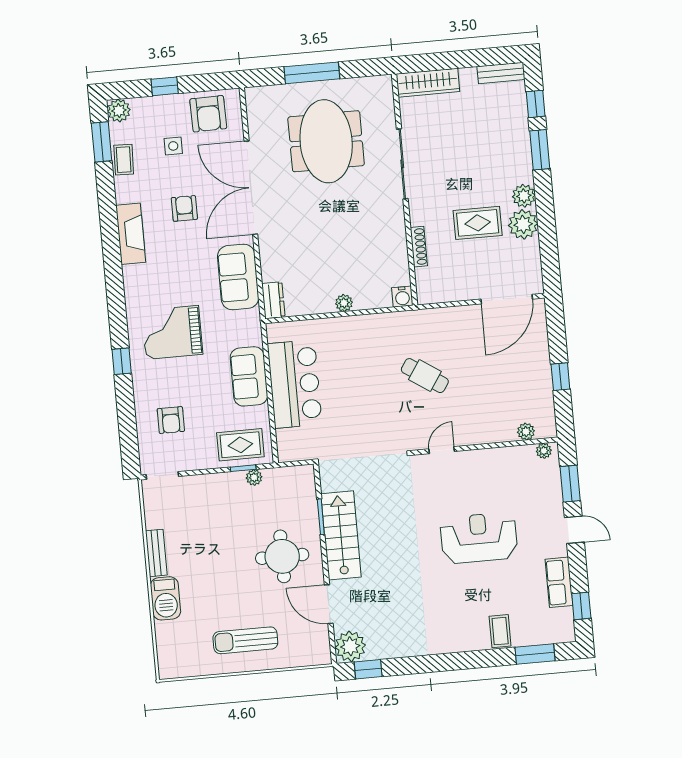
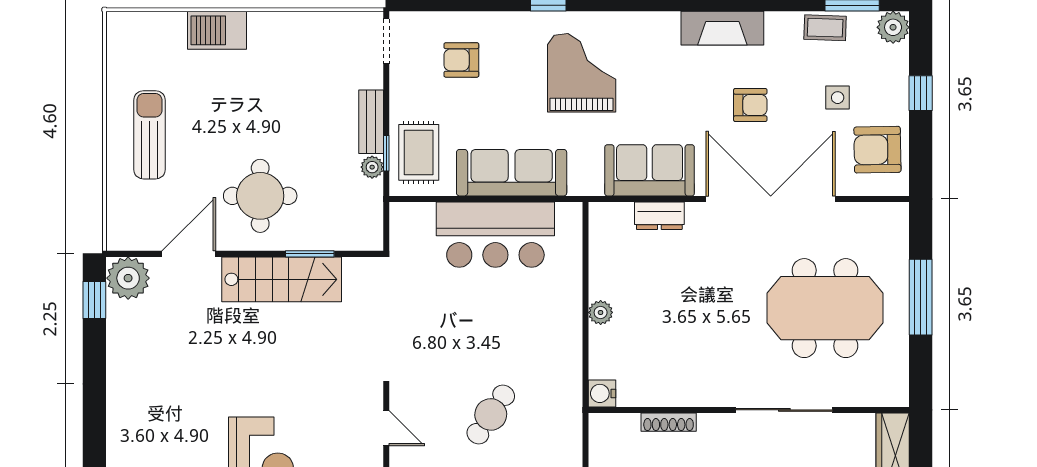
dresser: (273, 300) -> (659, 216), moved
sofa: (249, 376) -> (512, 173), width x1.36
bench: (156, 553) -> (371, 122), moved, turned 90

